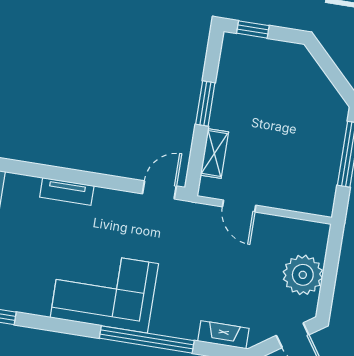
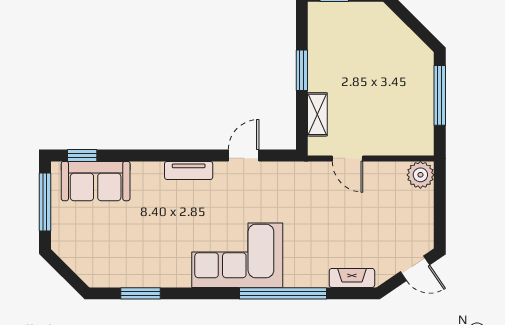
door: (159, 190) -> (244, 155), moved
plant: (303, 275) -> (420, 175), moved, width x0.73, depth x0.73

